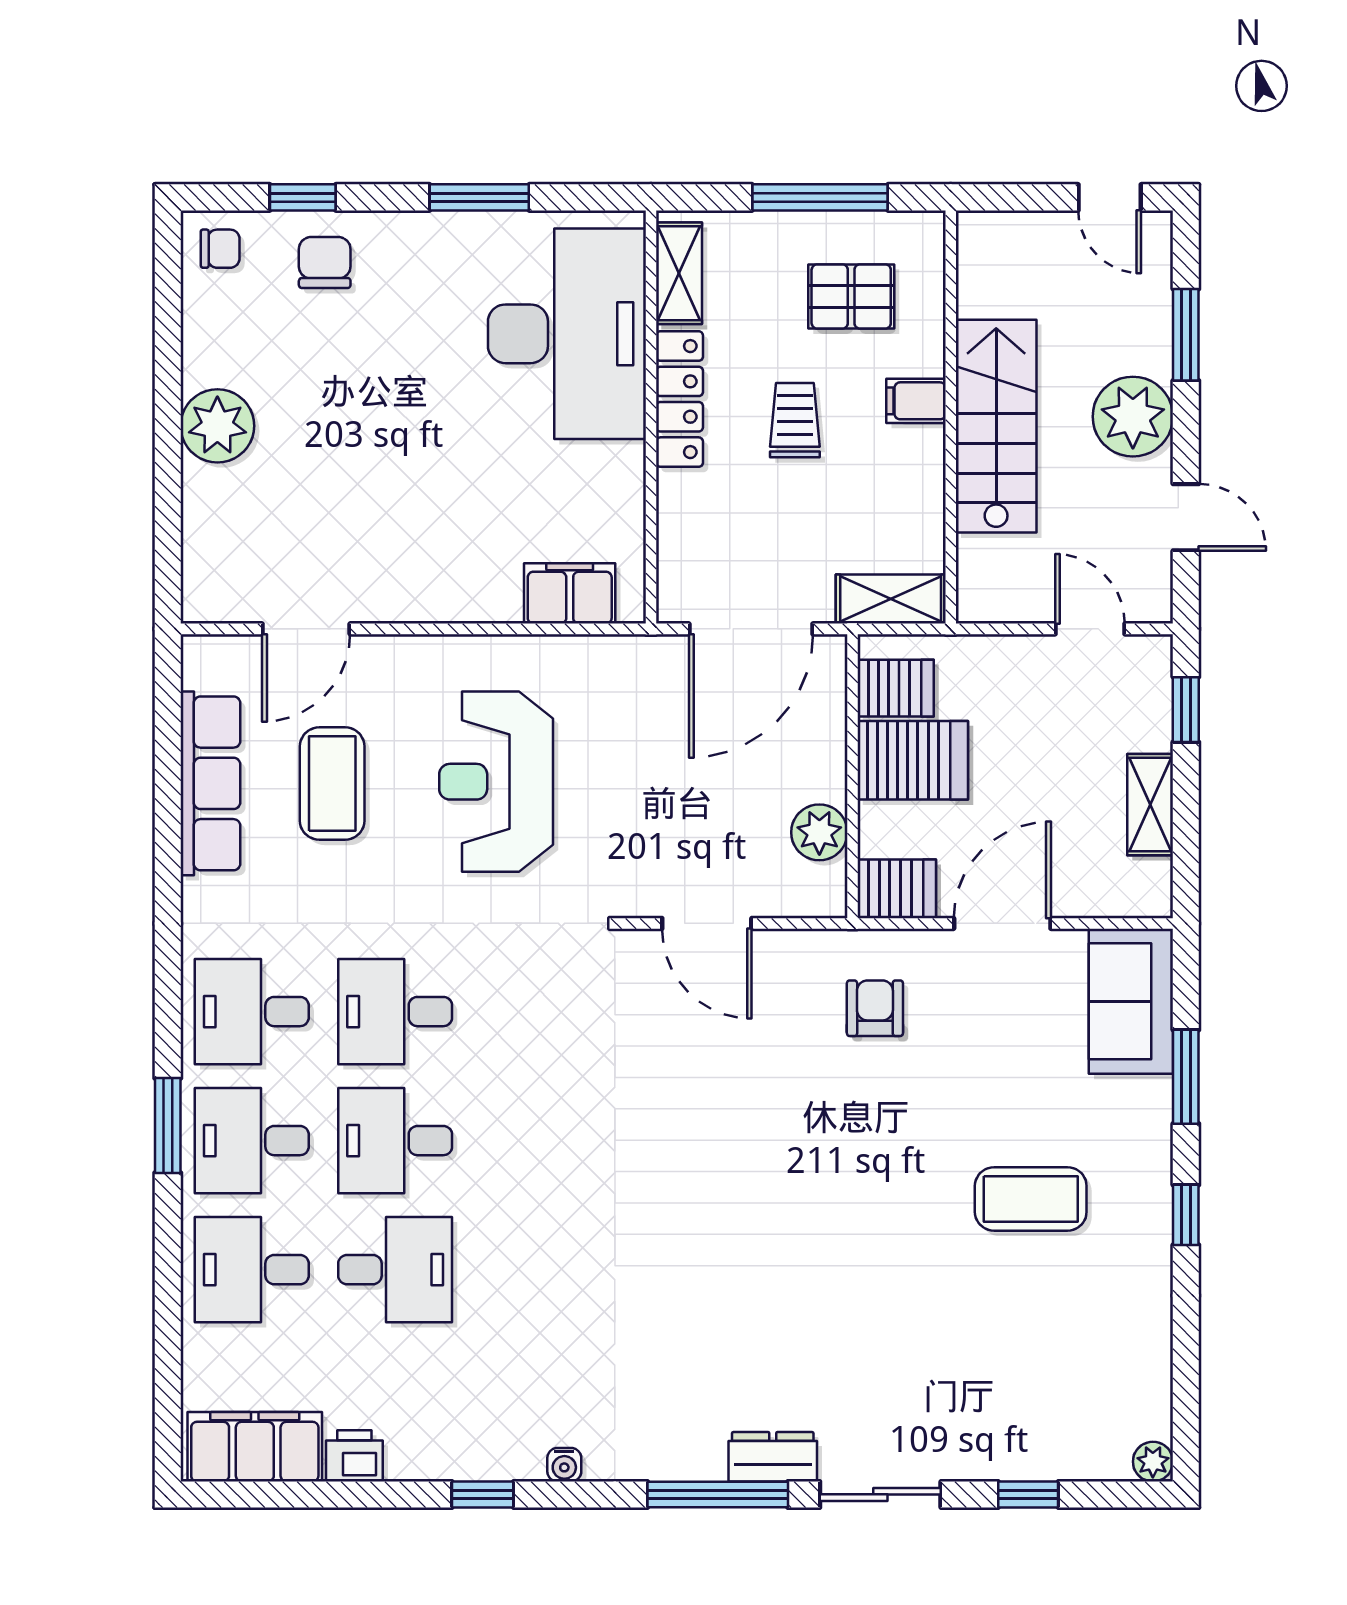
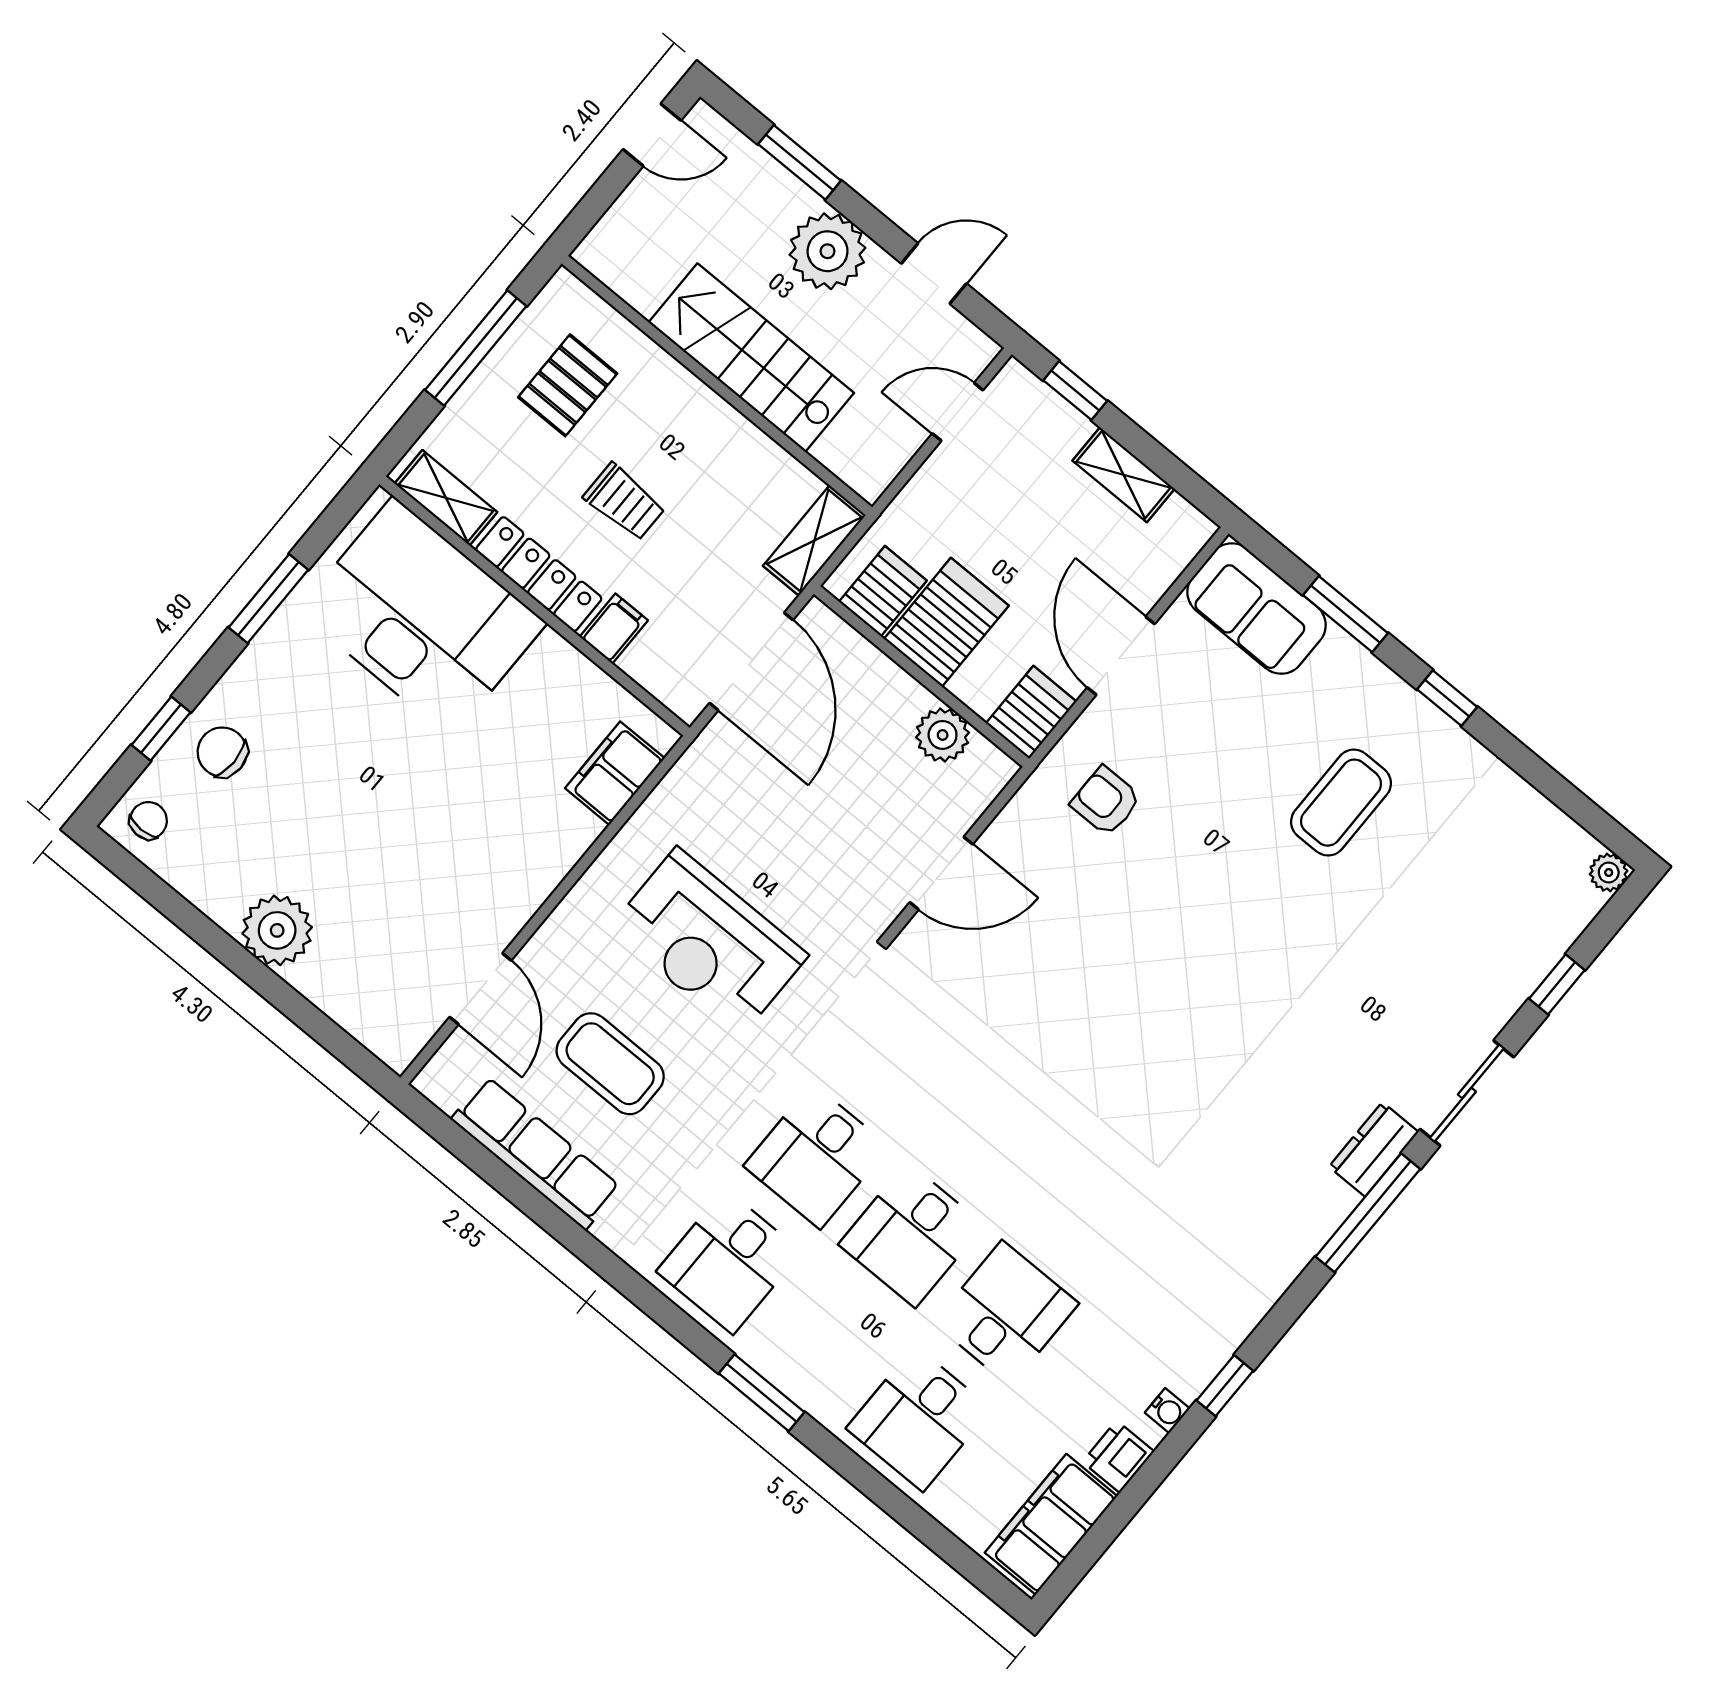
filing cabinet: (916, 401) -> (614, 629), moved, turned 180
trolley: (795, 420) -> (624, 502), turned 180
desk: (252, 1141) -> (824, 1340), removed
water cooler: (564, 1465) -> (1167, 1411), moved

